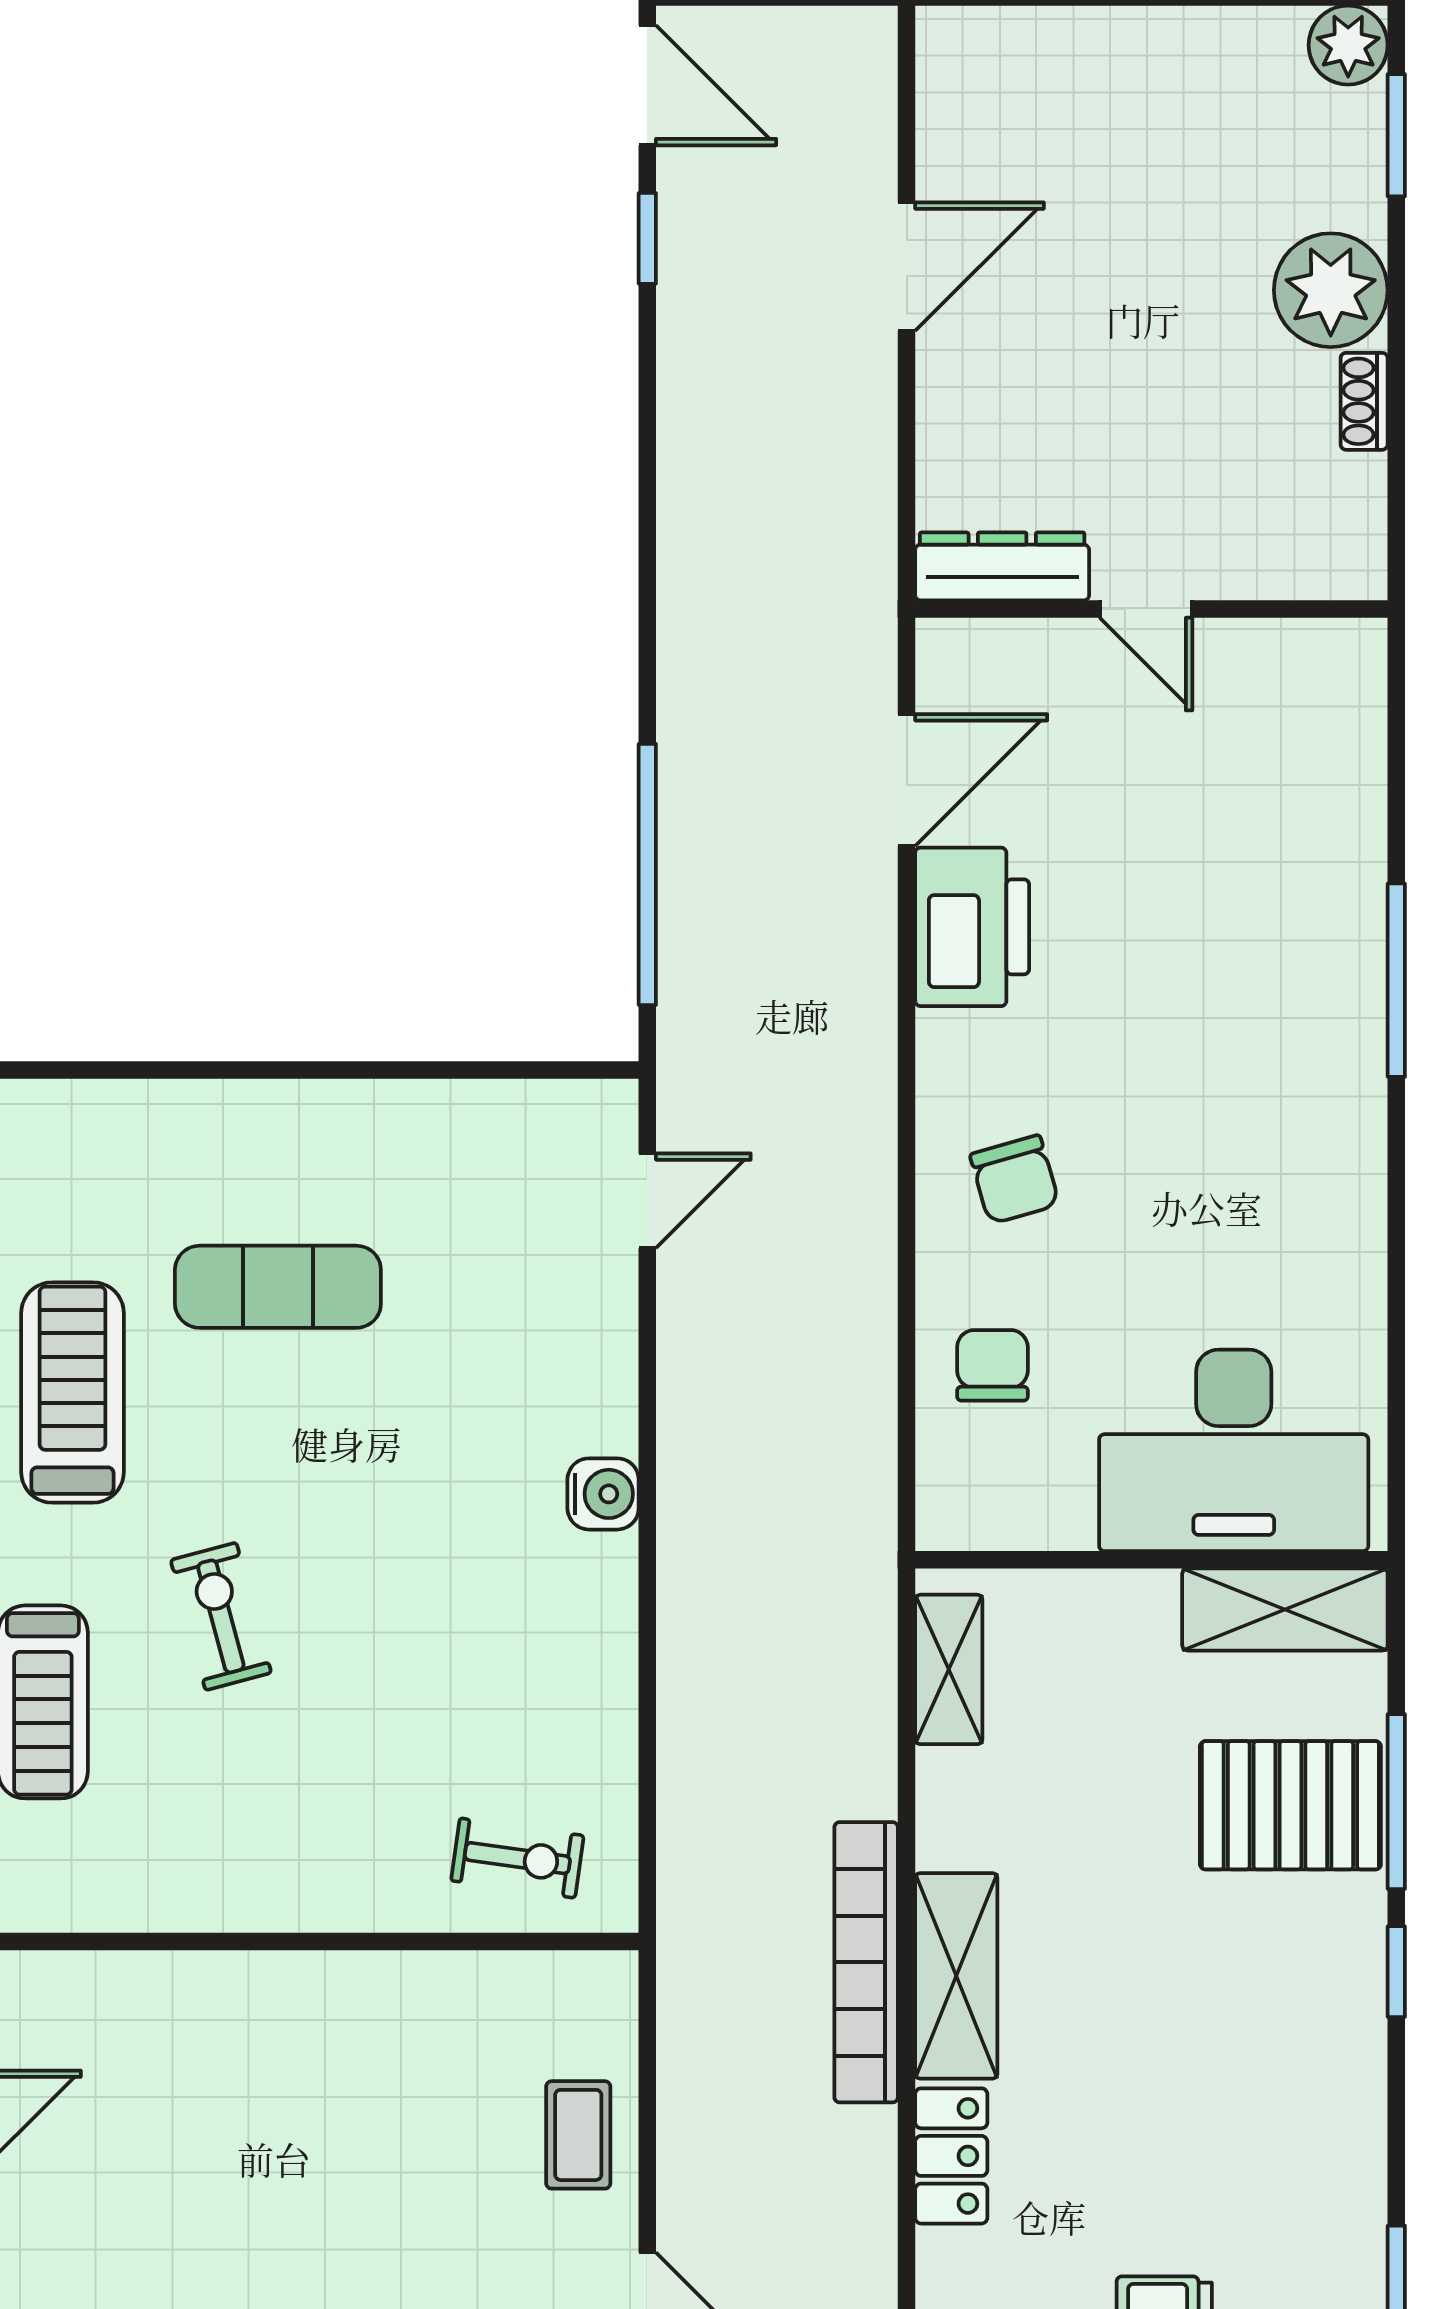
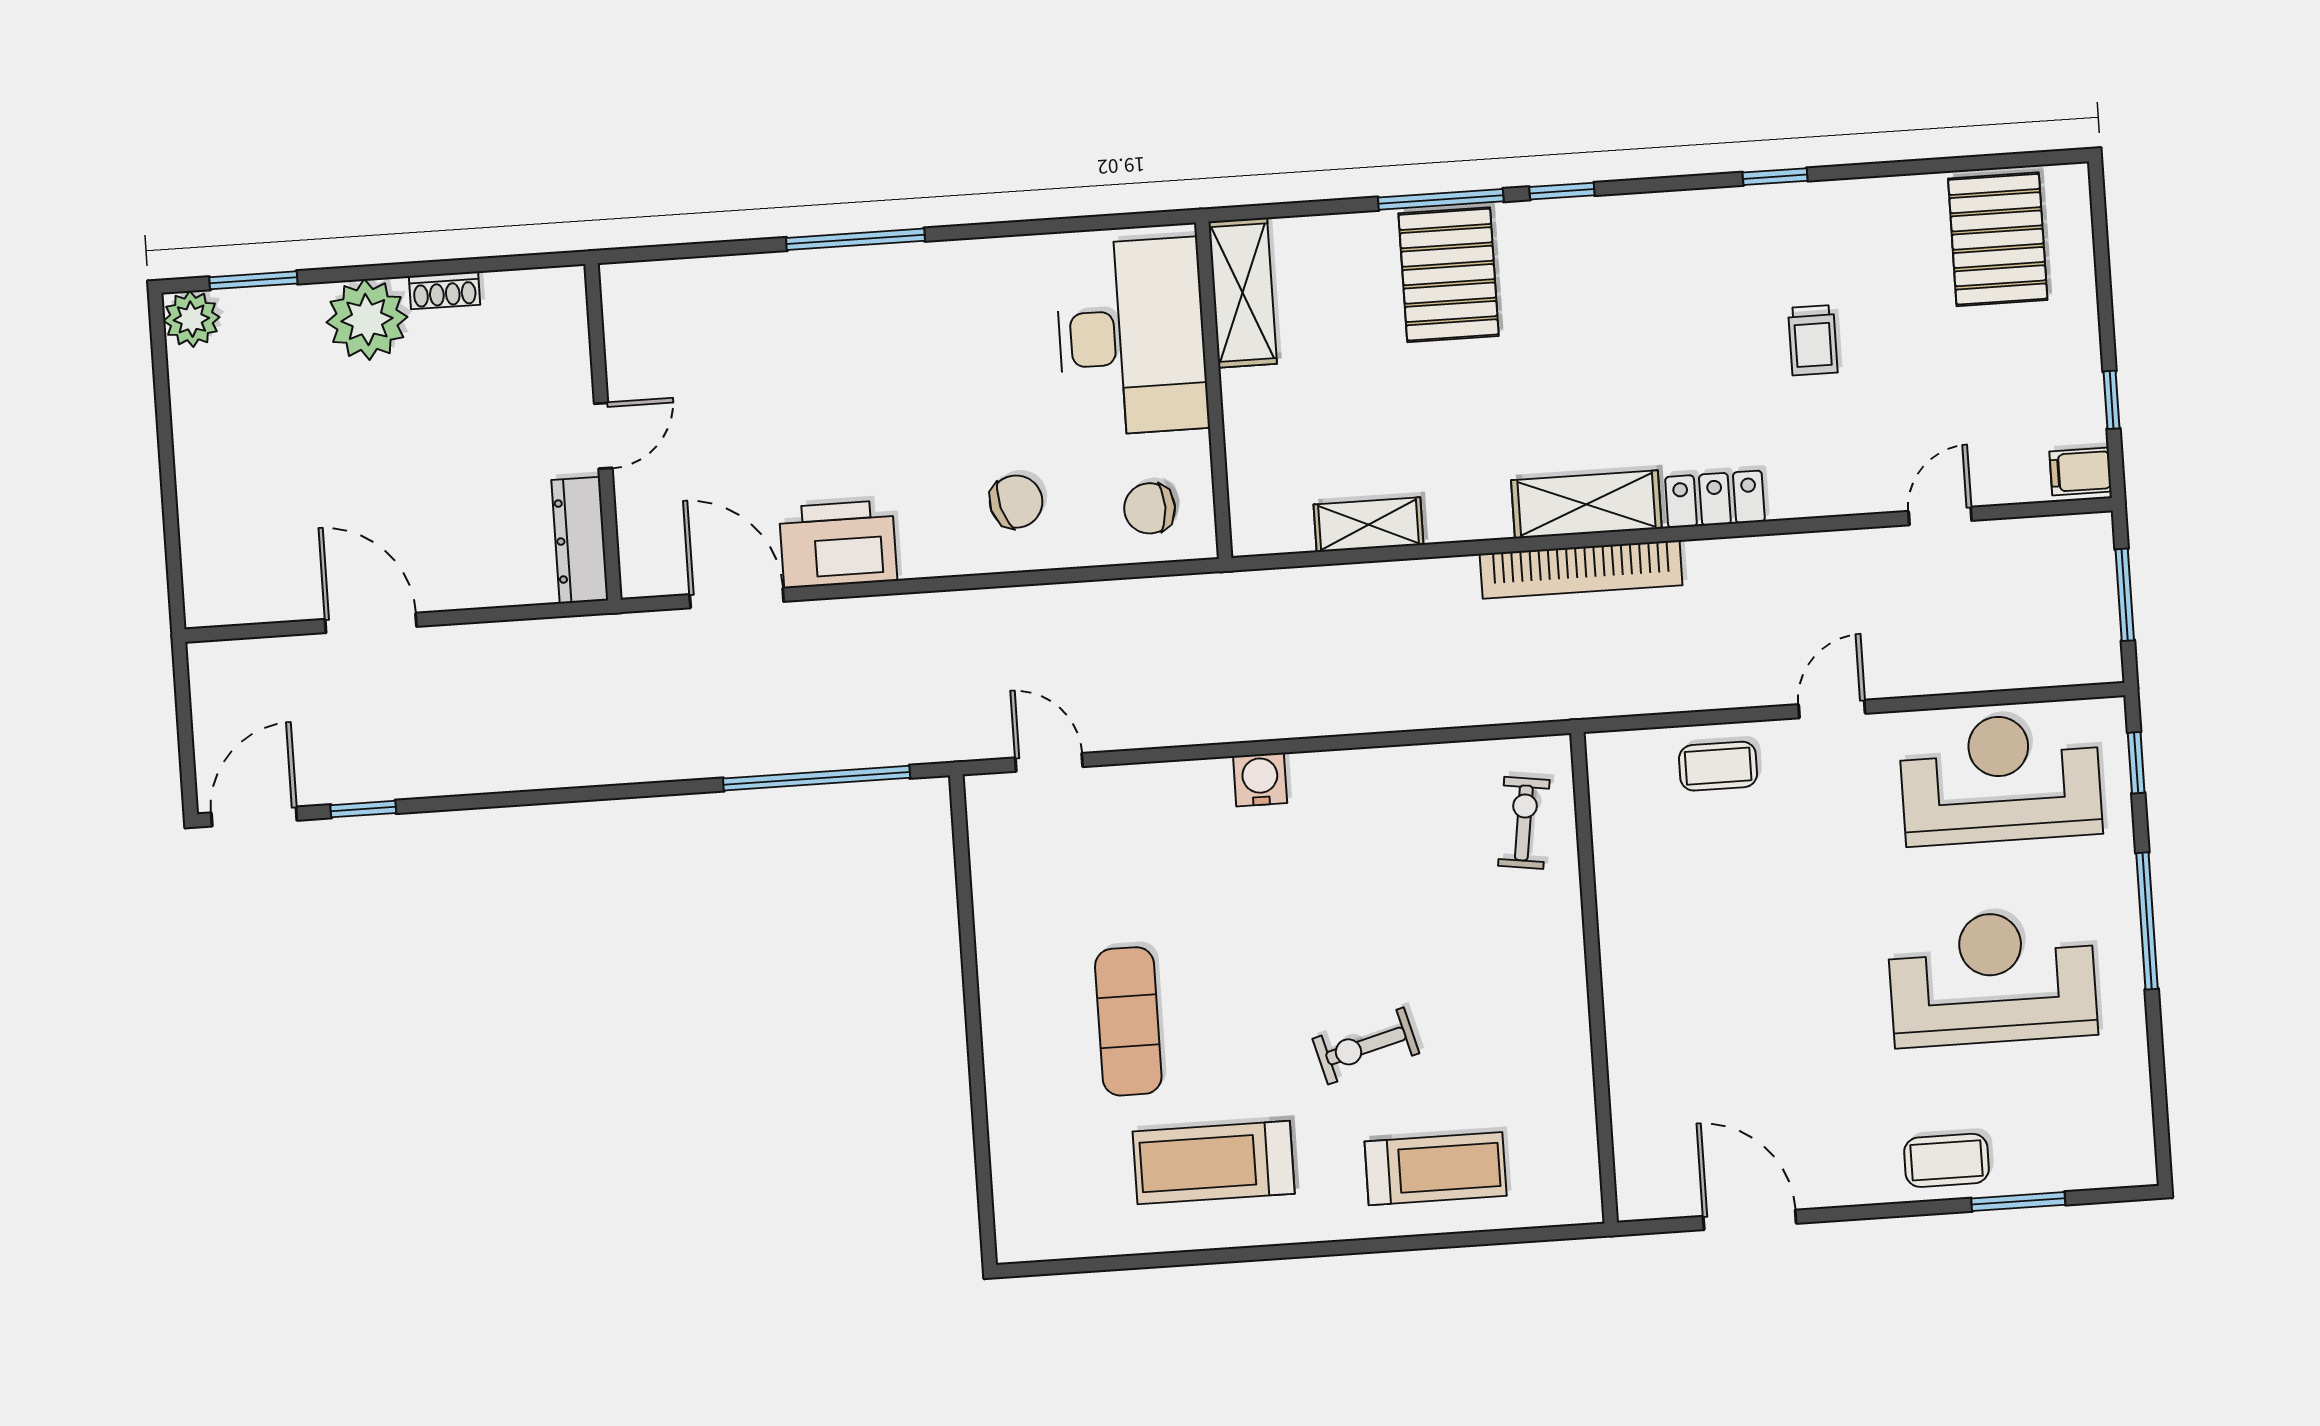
desk: (1234, 1450) -> (1132, 337), moved
wall: (1151, 1560) -> (1214, 390), moved
shelving: (1285, 1609) -> (1243, 293), moved

